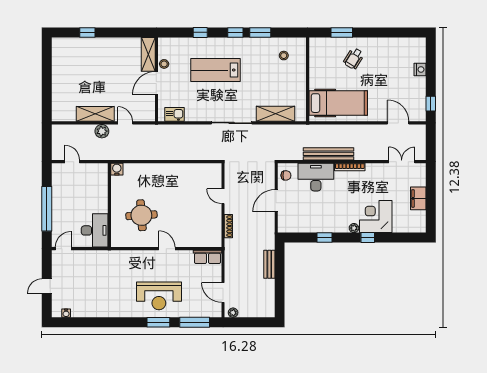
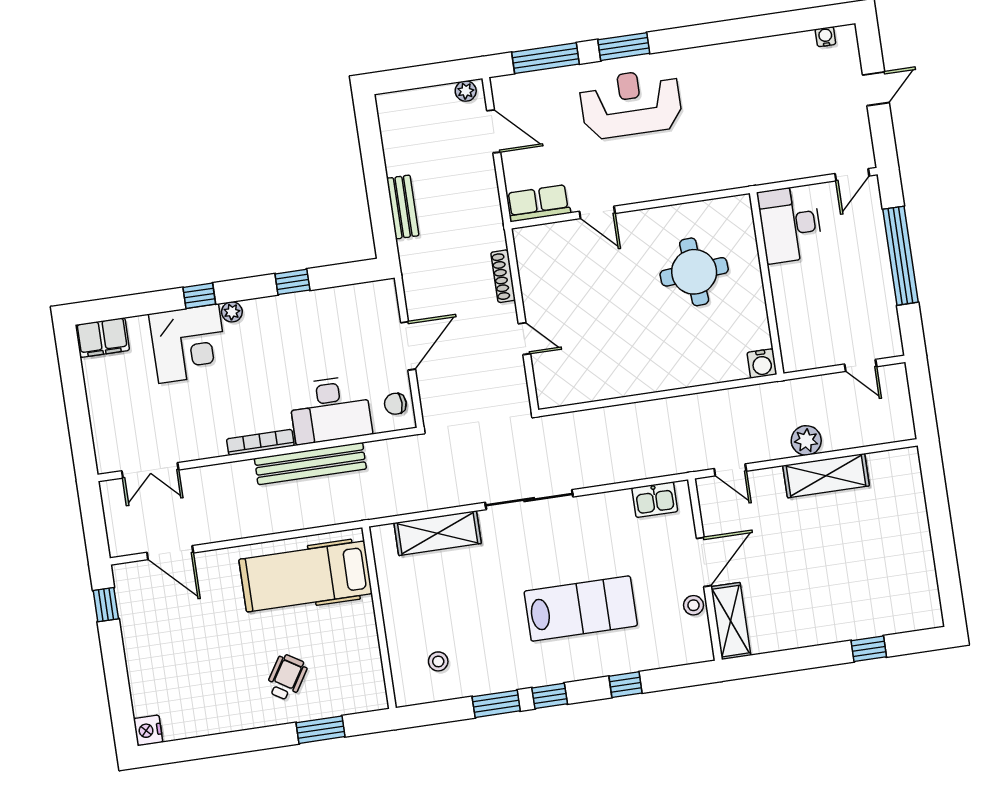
nightstand: (420, 69) -> (148, 730), moved
door: (125, 123) -> (730, 470), moved
filing cabinet: (418, 198) -> (102, 338), moved, turned 90
door: (167, 249) -> (597, 212), moved

